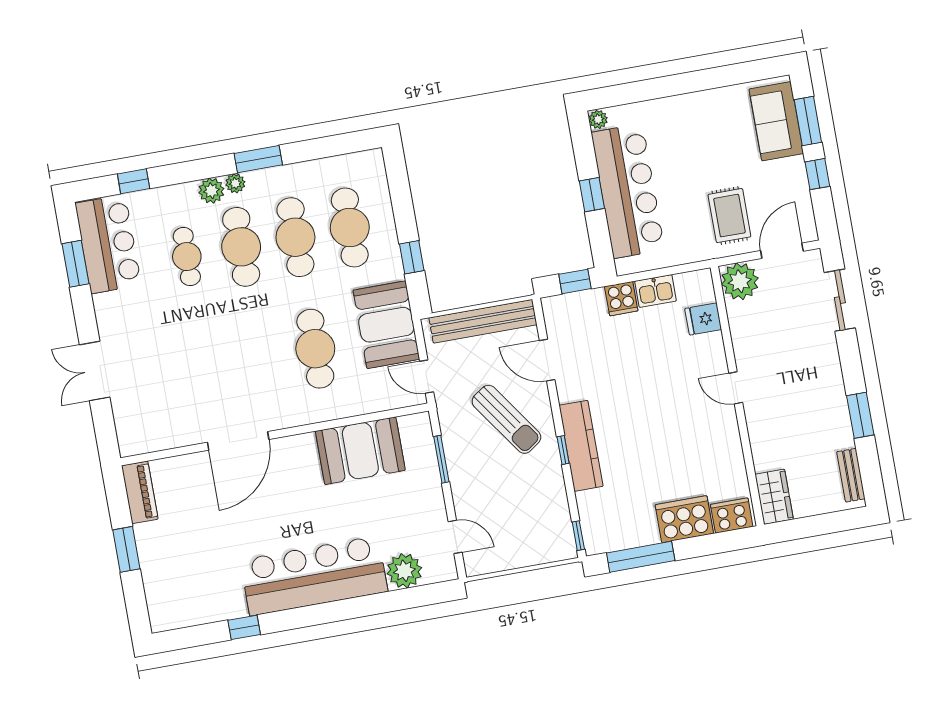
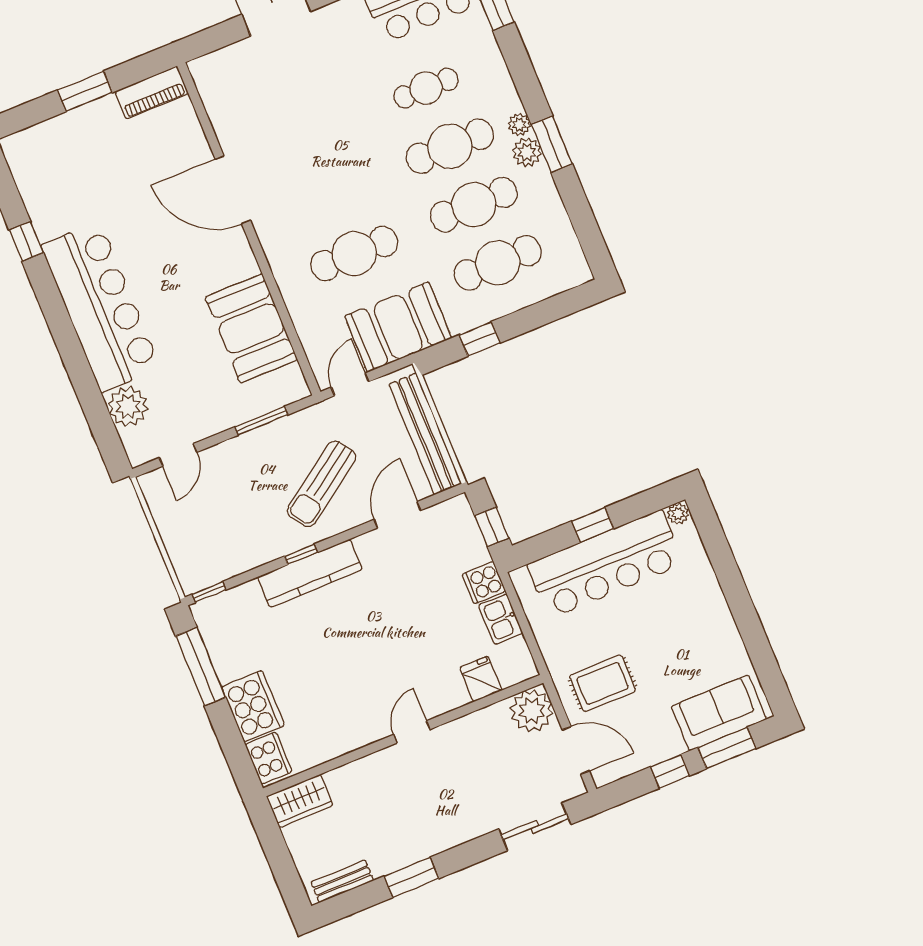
plant: (211, 191) -> (527, 152), moved

